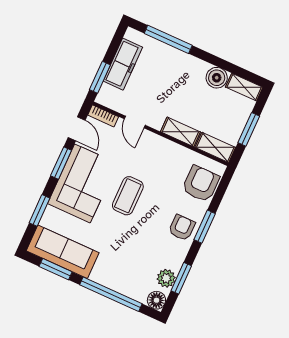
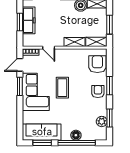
window: (100, 77) -> (20, 22), moved
door: (77, 129) -> (20, 65), swing flipped
window: (40, 210) -> (20, 116), removed
floor lamp: (156, 300) -> (76, 135), moved

